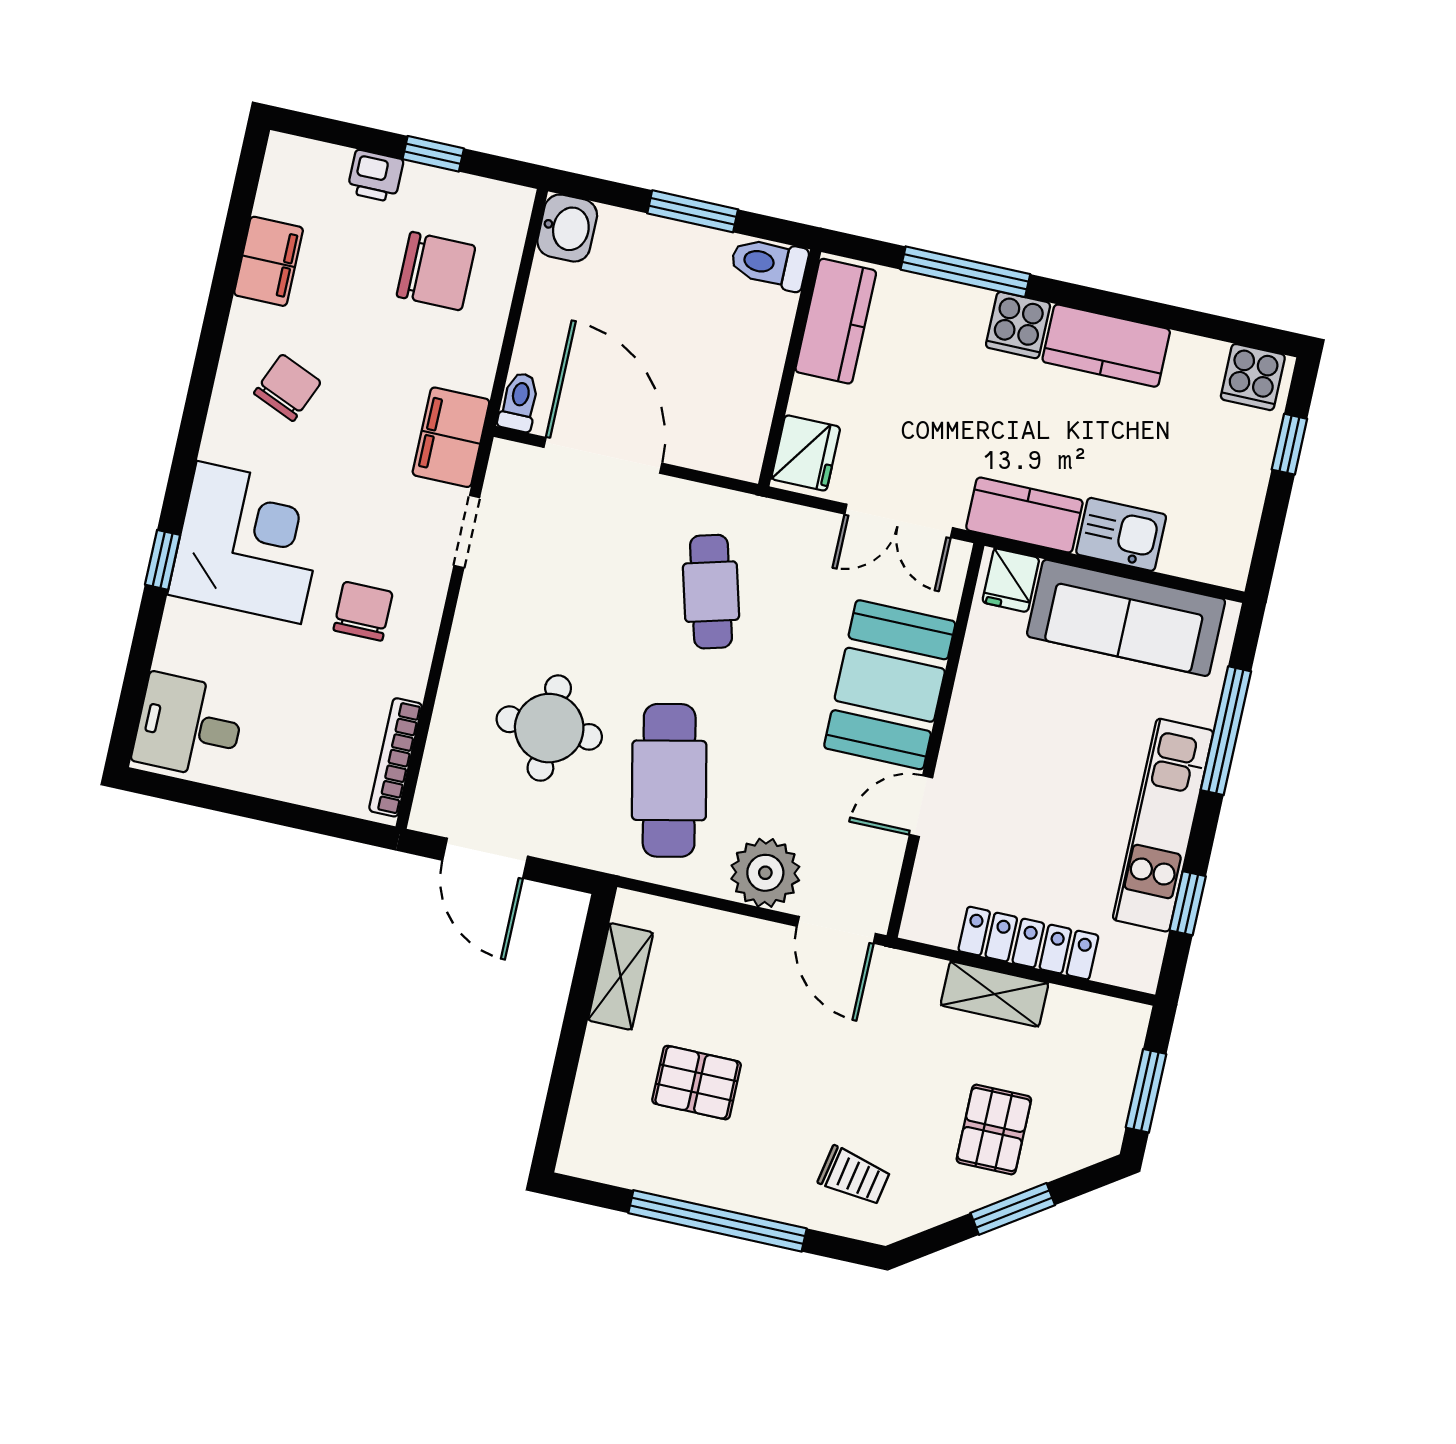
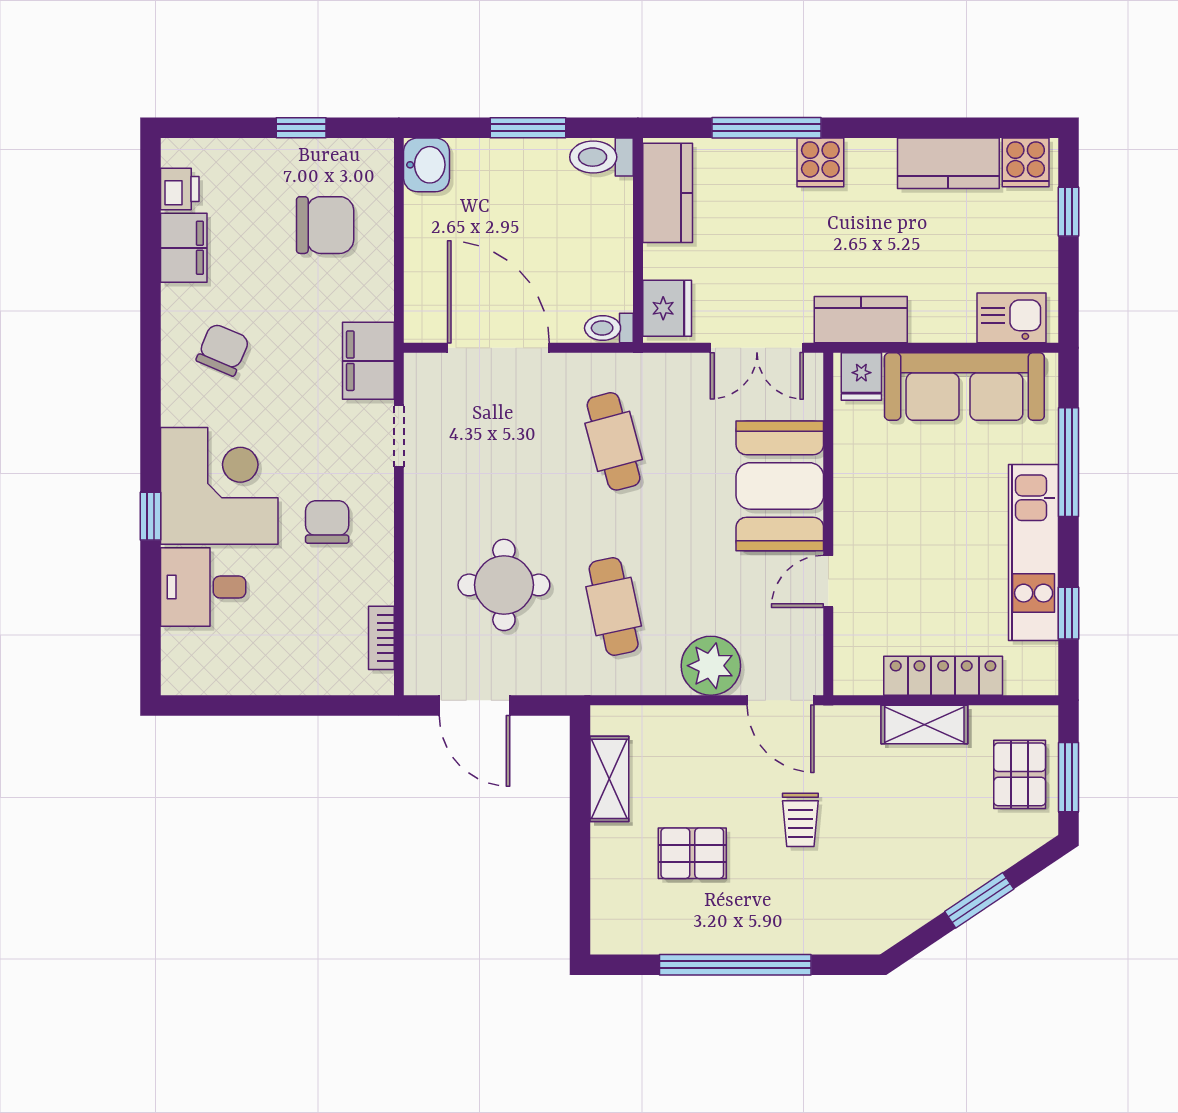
printer: (375, 176) -> (180, 189), moved, turned -90
kitchen counter: (1106, 346) -> (948, 163), moved
toilet: (519, 402) -> (609, 328), moved, turned -90
kitchen sink: (1121, 534) -> (1012, 318), moved
desk: (189, 726) -> (203, 587), moved
bookcase: (396, 757) -> (381, 638), width x0.64
cafe table: (669, 780) -> (614, 606), width x0.73, depth x0.74
pallet: (994, 1129) -> (1020, 774), moved
trolley: (854, 1176) -> (800, 820), moved, turned 79

